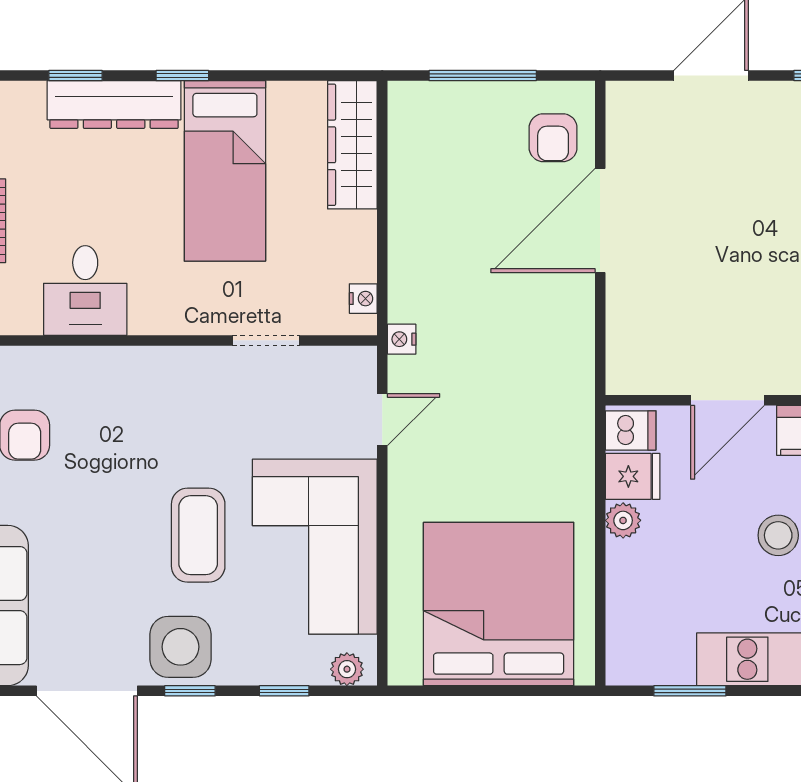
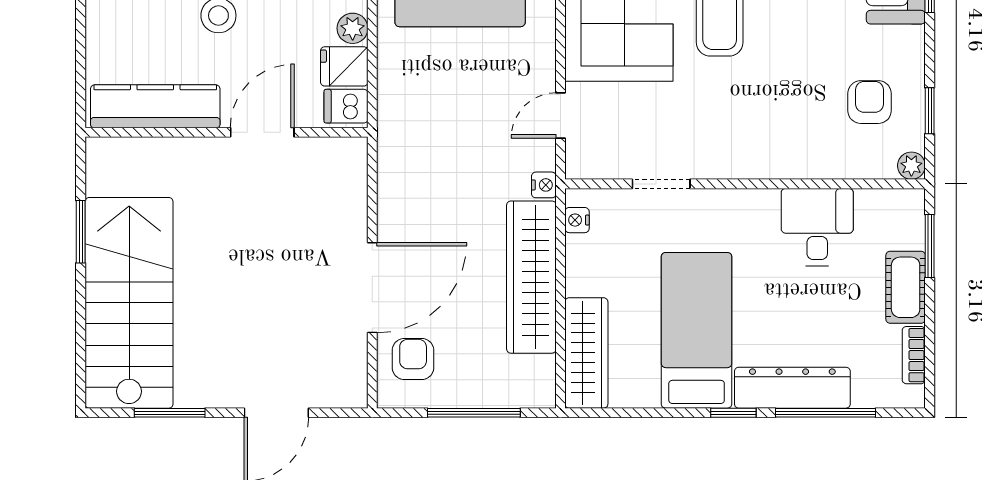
window: (76, 76) -> (826, 413), width x2.17
wardrobe: (416, 233) -> (531, 277), added

